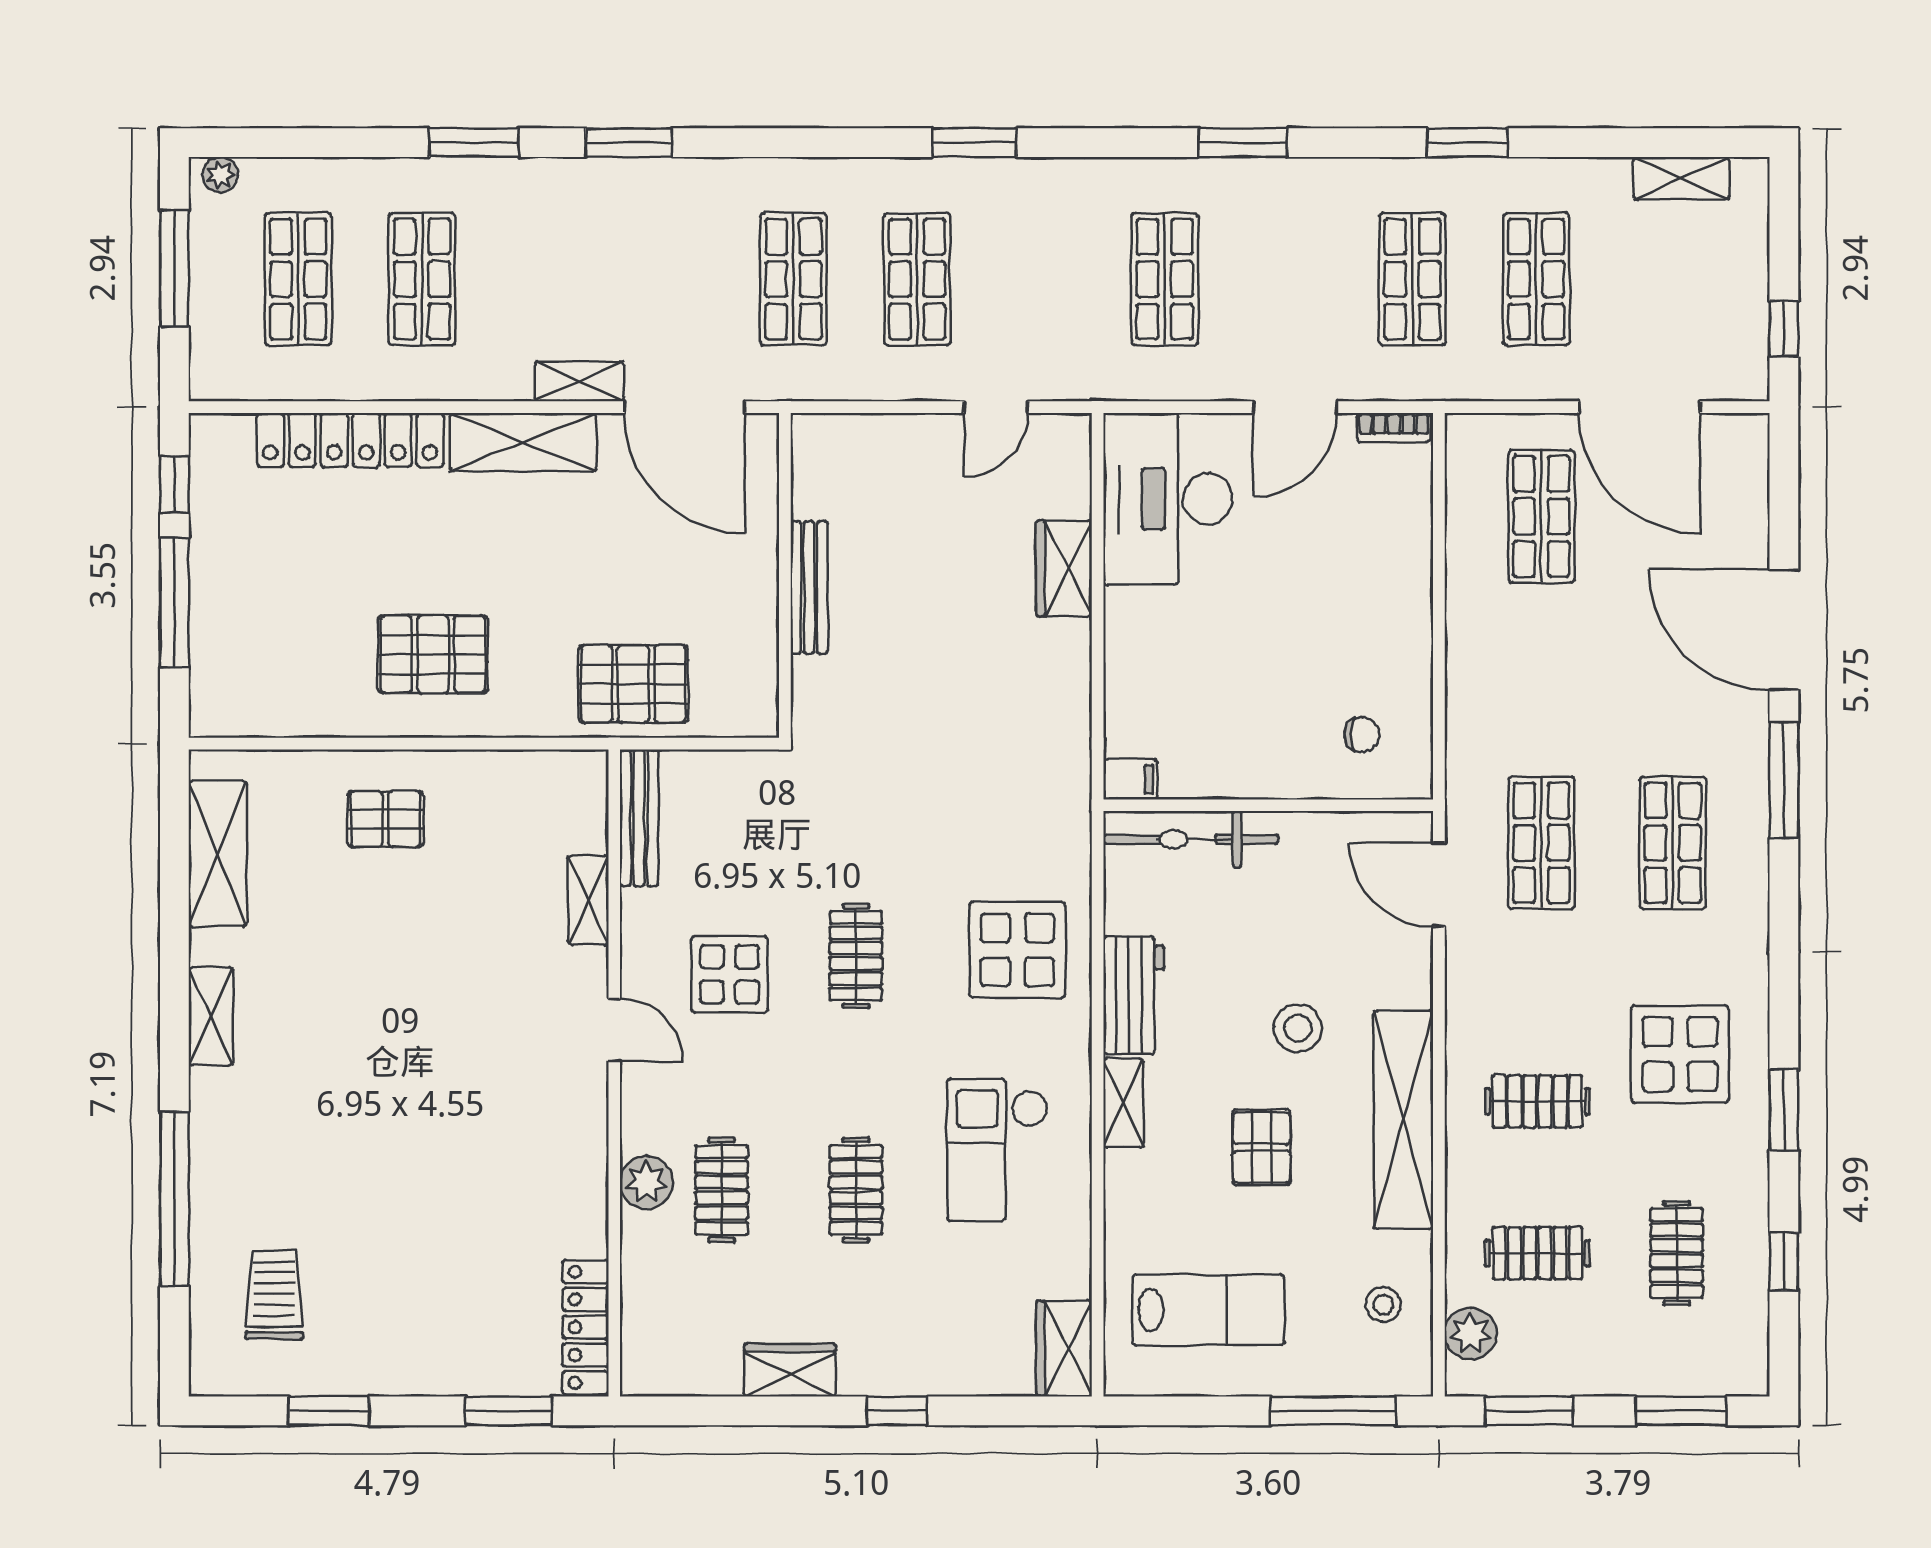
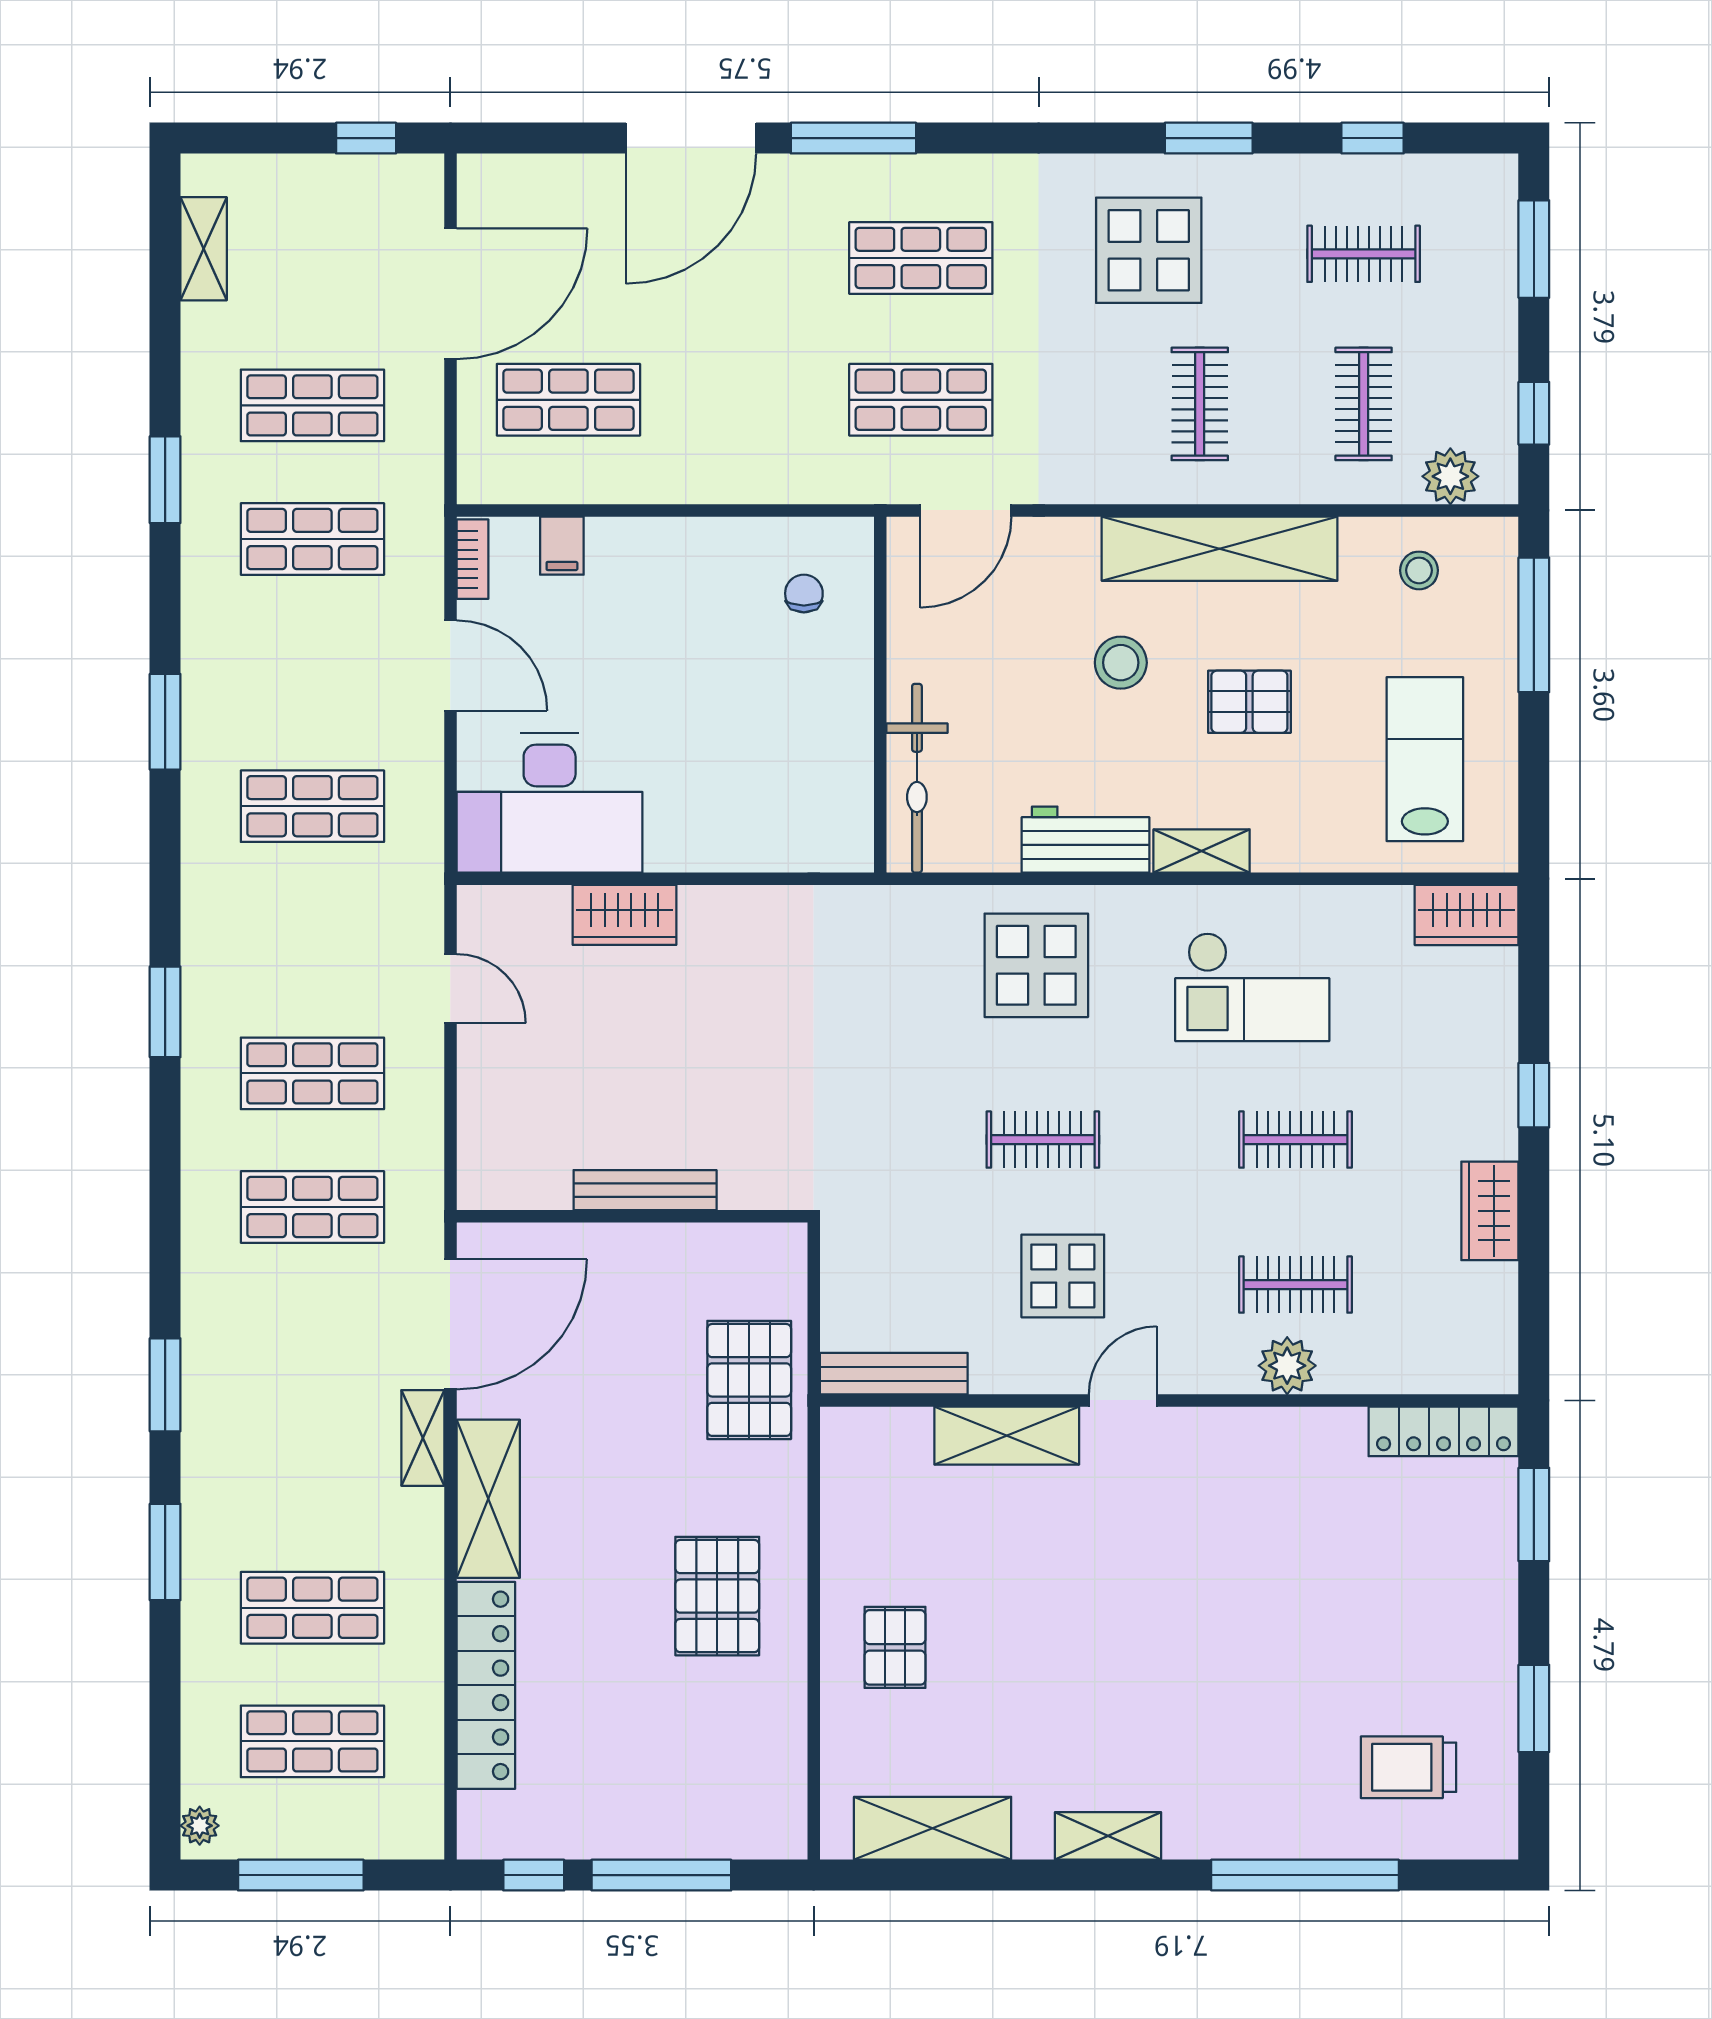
filing cabinet: (1130, 779) -> (562, 546), moved, turned 180
shelving: (588, 900) -> (1007, 1436), width x1.50, depth x1.33
window: (1529, 1411) -> (1534, 413), width x0.67

